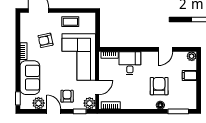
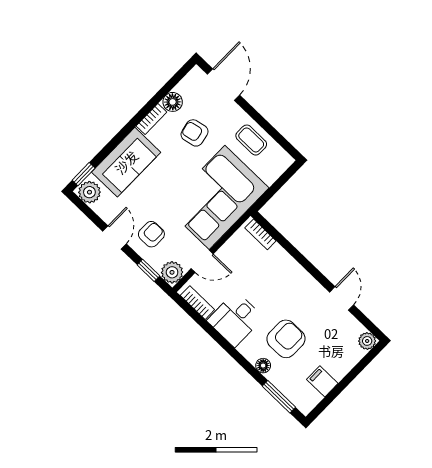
floor lamp: (25, 37) -> (173, 102), added
door: (166, 49) -> (342, 298), swing flipped
desk: (130, 63) -> (235, 319), moved, turned 180
filing cabinet: (189, 76) -> (322, 381), moved
plant: (39, 103) -> (89, 192), moved

